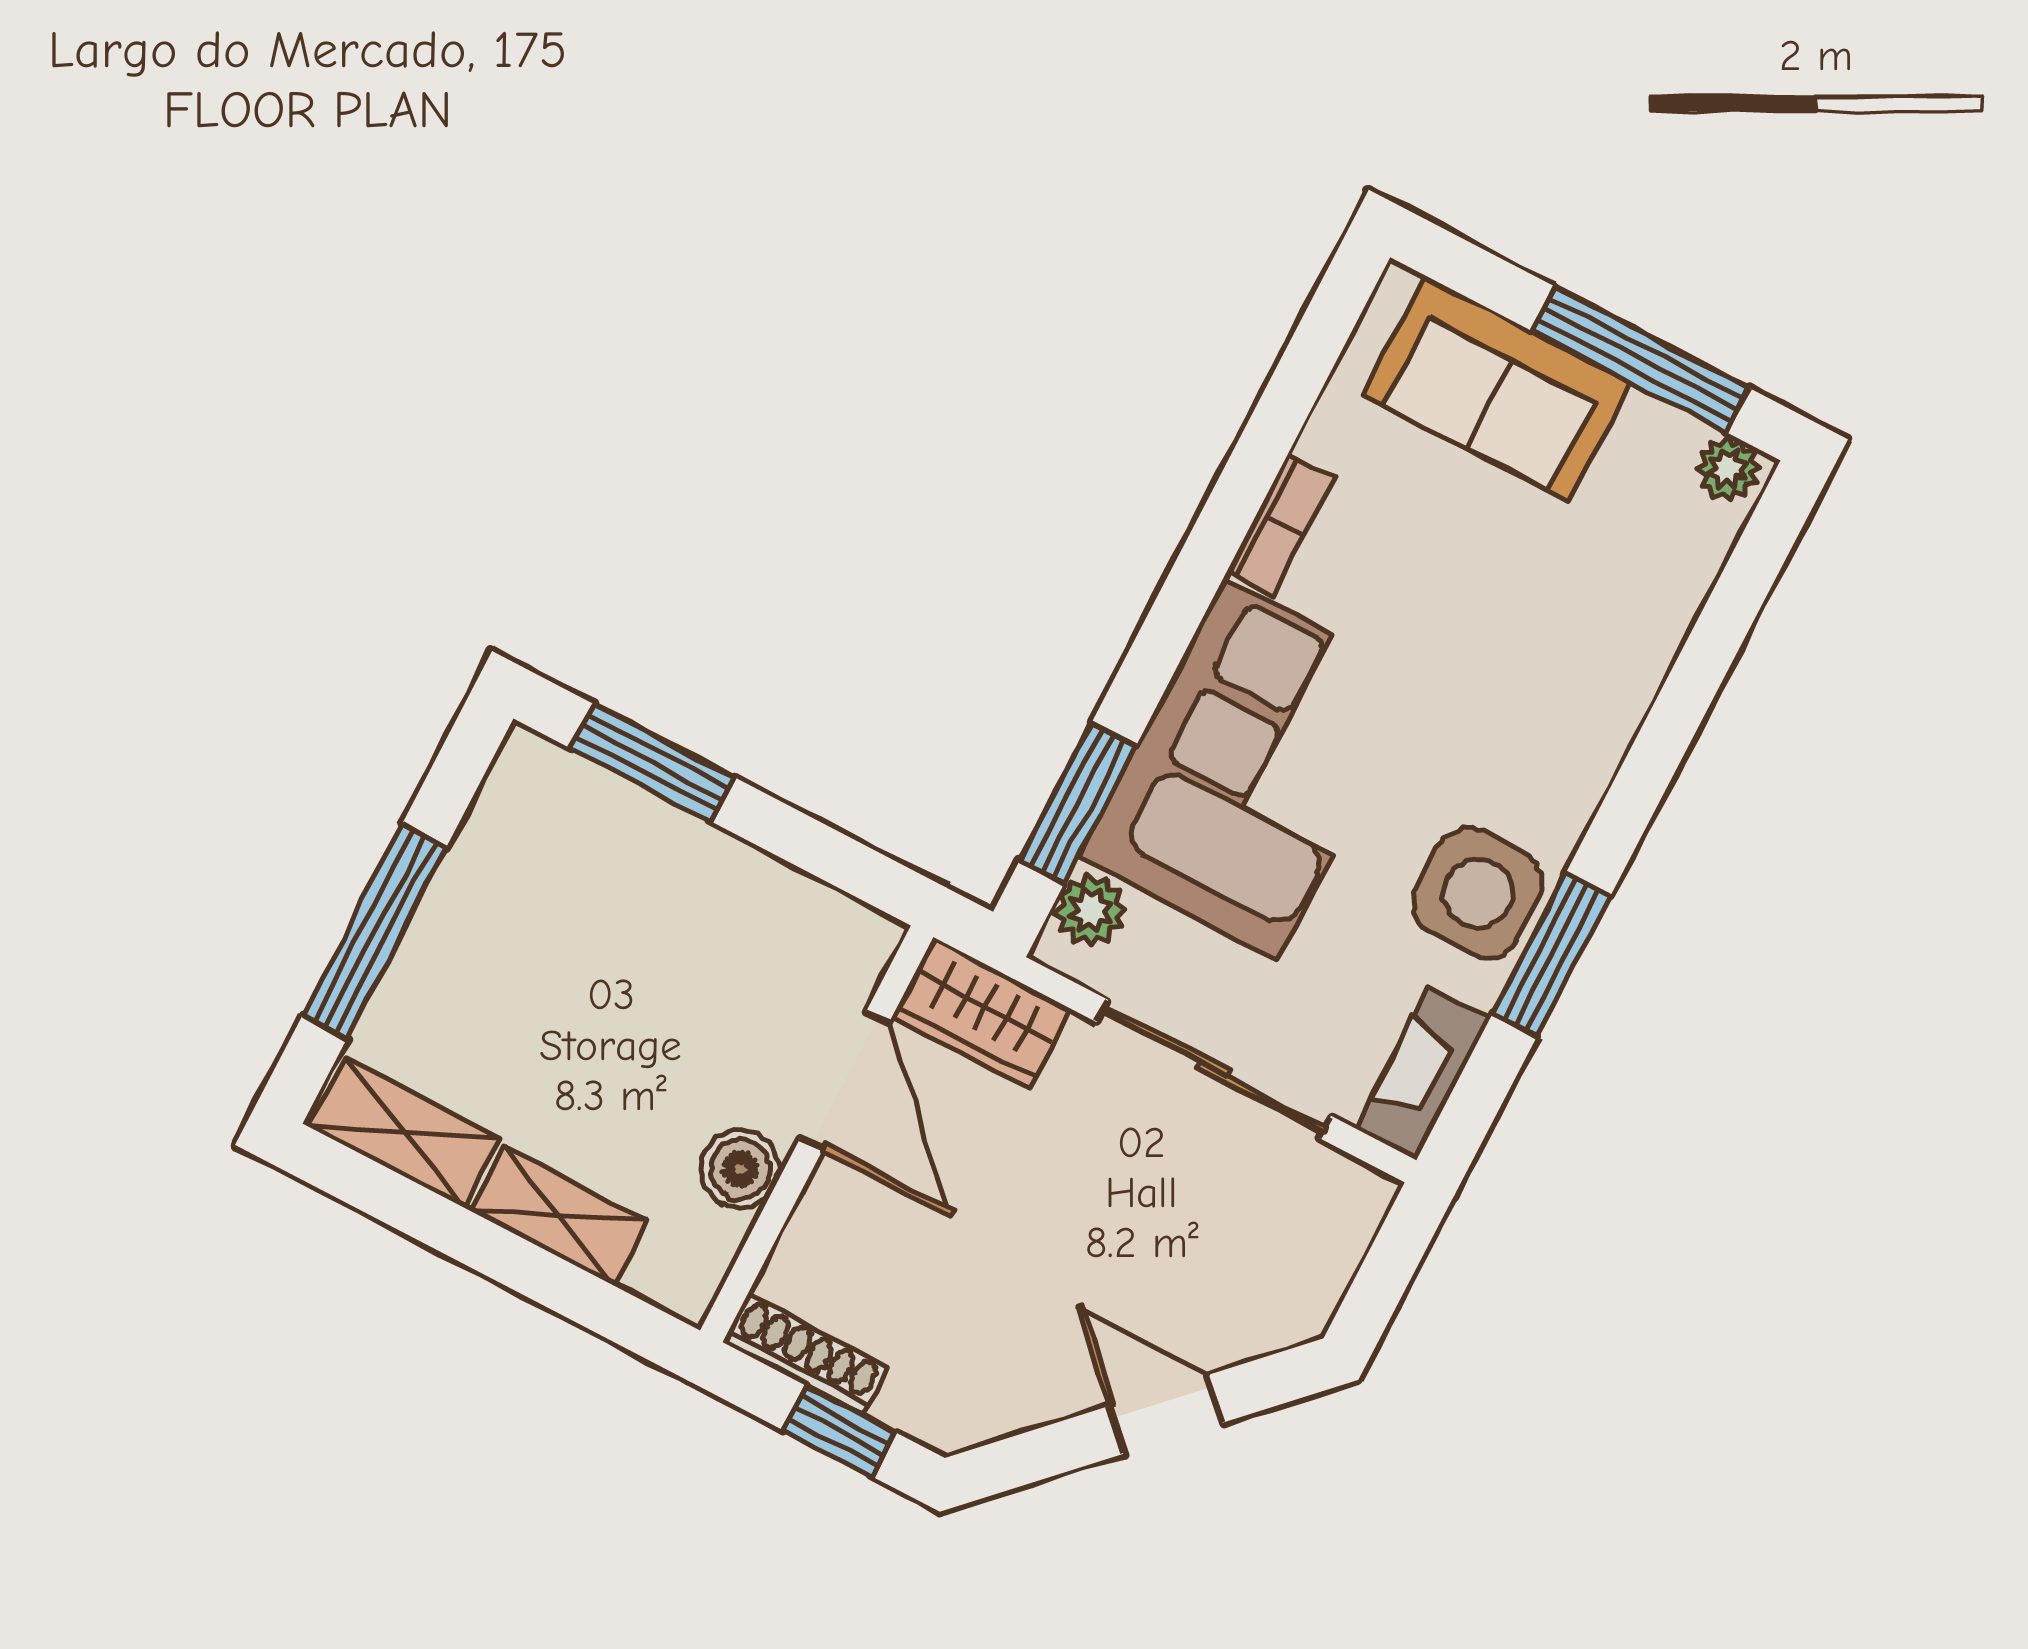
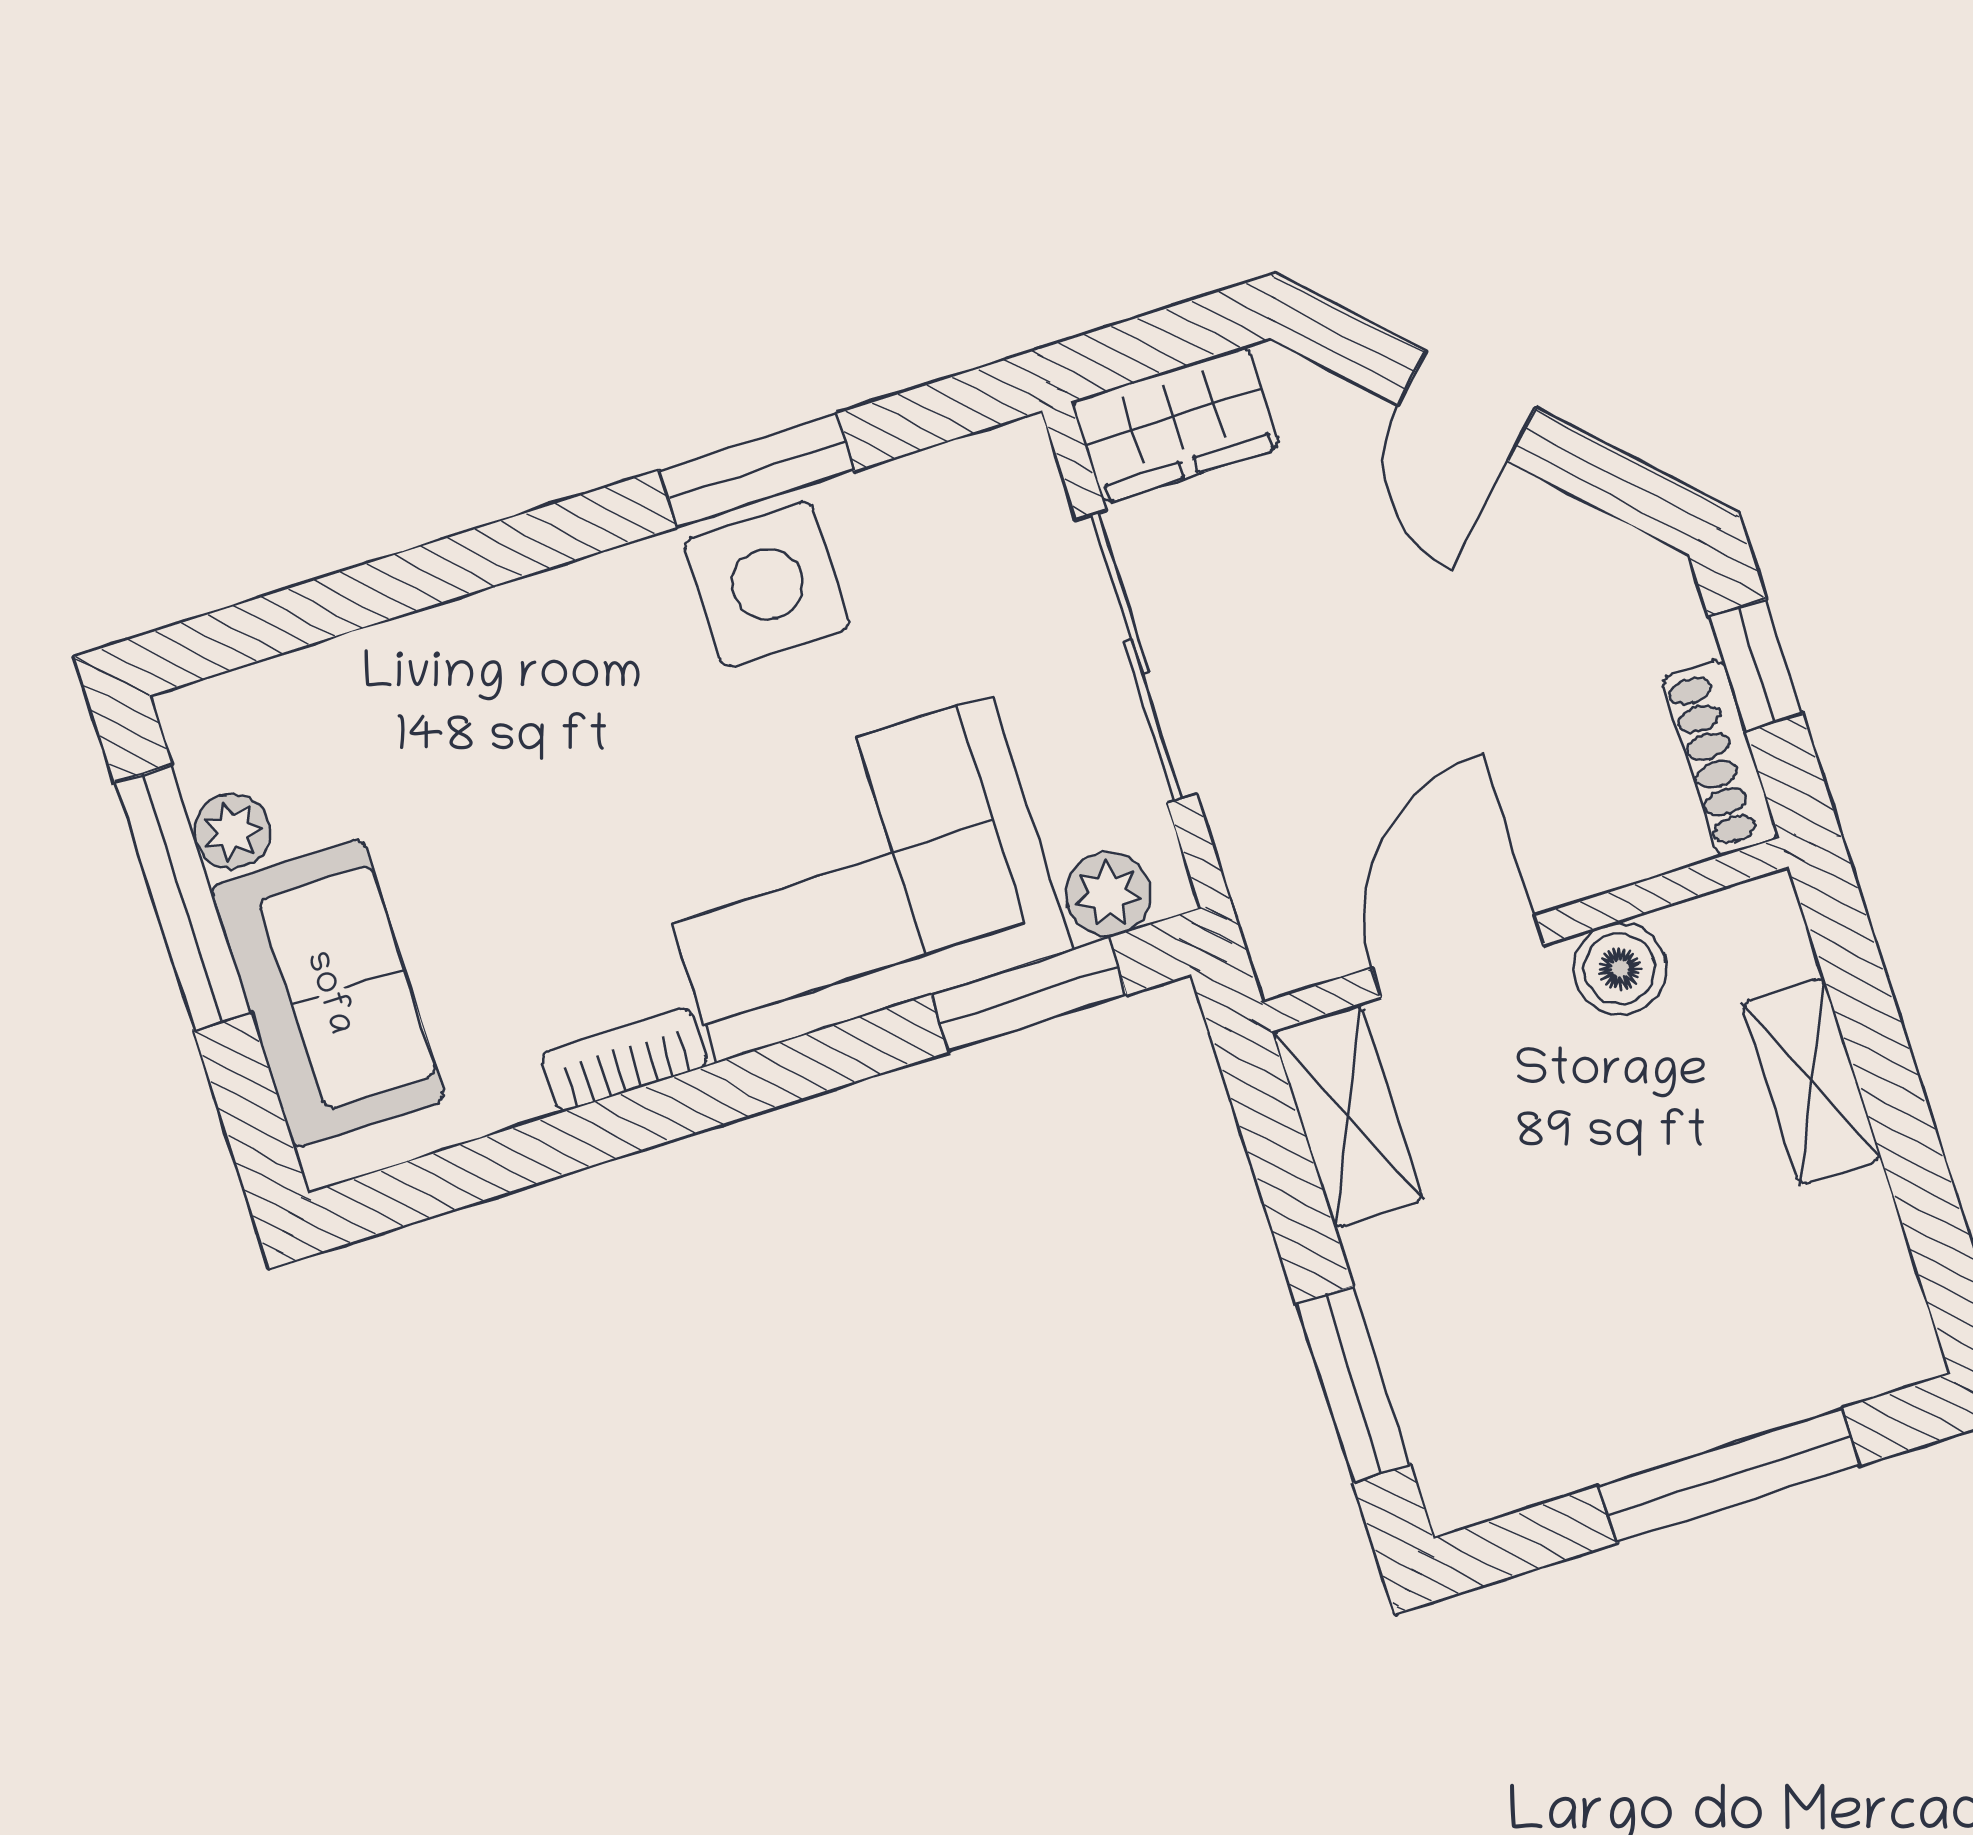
plant: (1728, 469) -> (232, 831), moved
wardrobe: (982, 1013) -> (1175, 424), moved, turned 90
fireplace: (1423, 1073) -> (964, 478), removed
shelving: (405, 1133) -> (1348, 1116), moved

